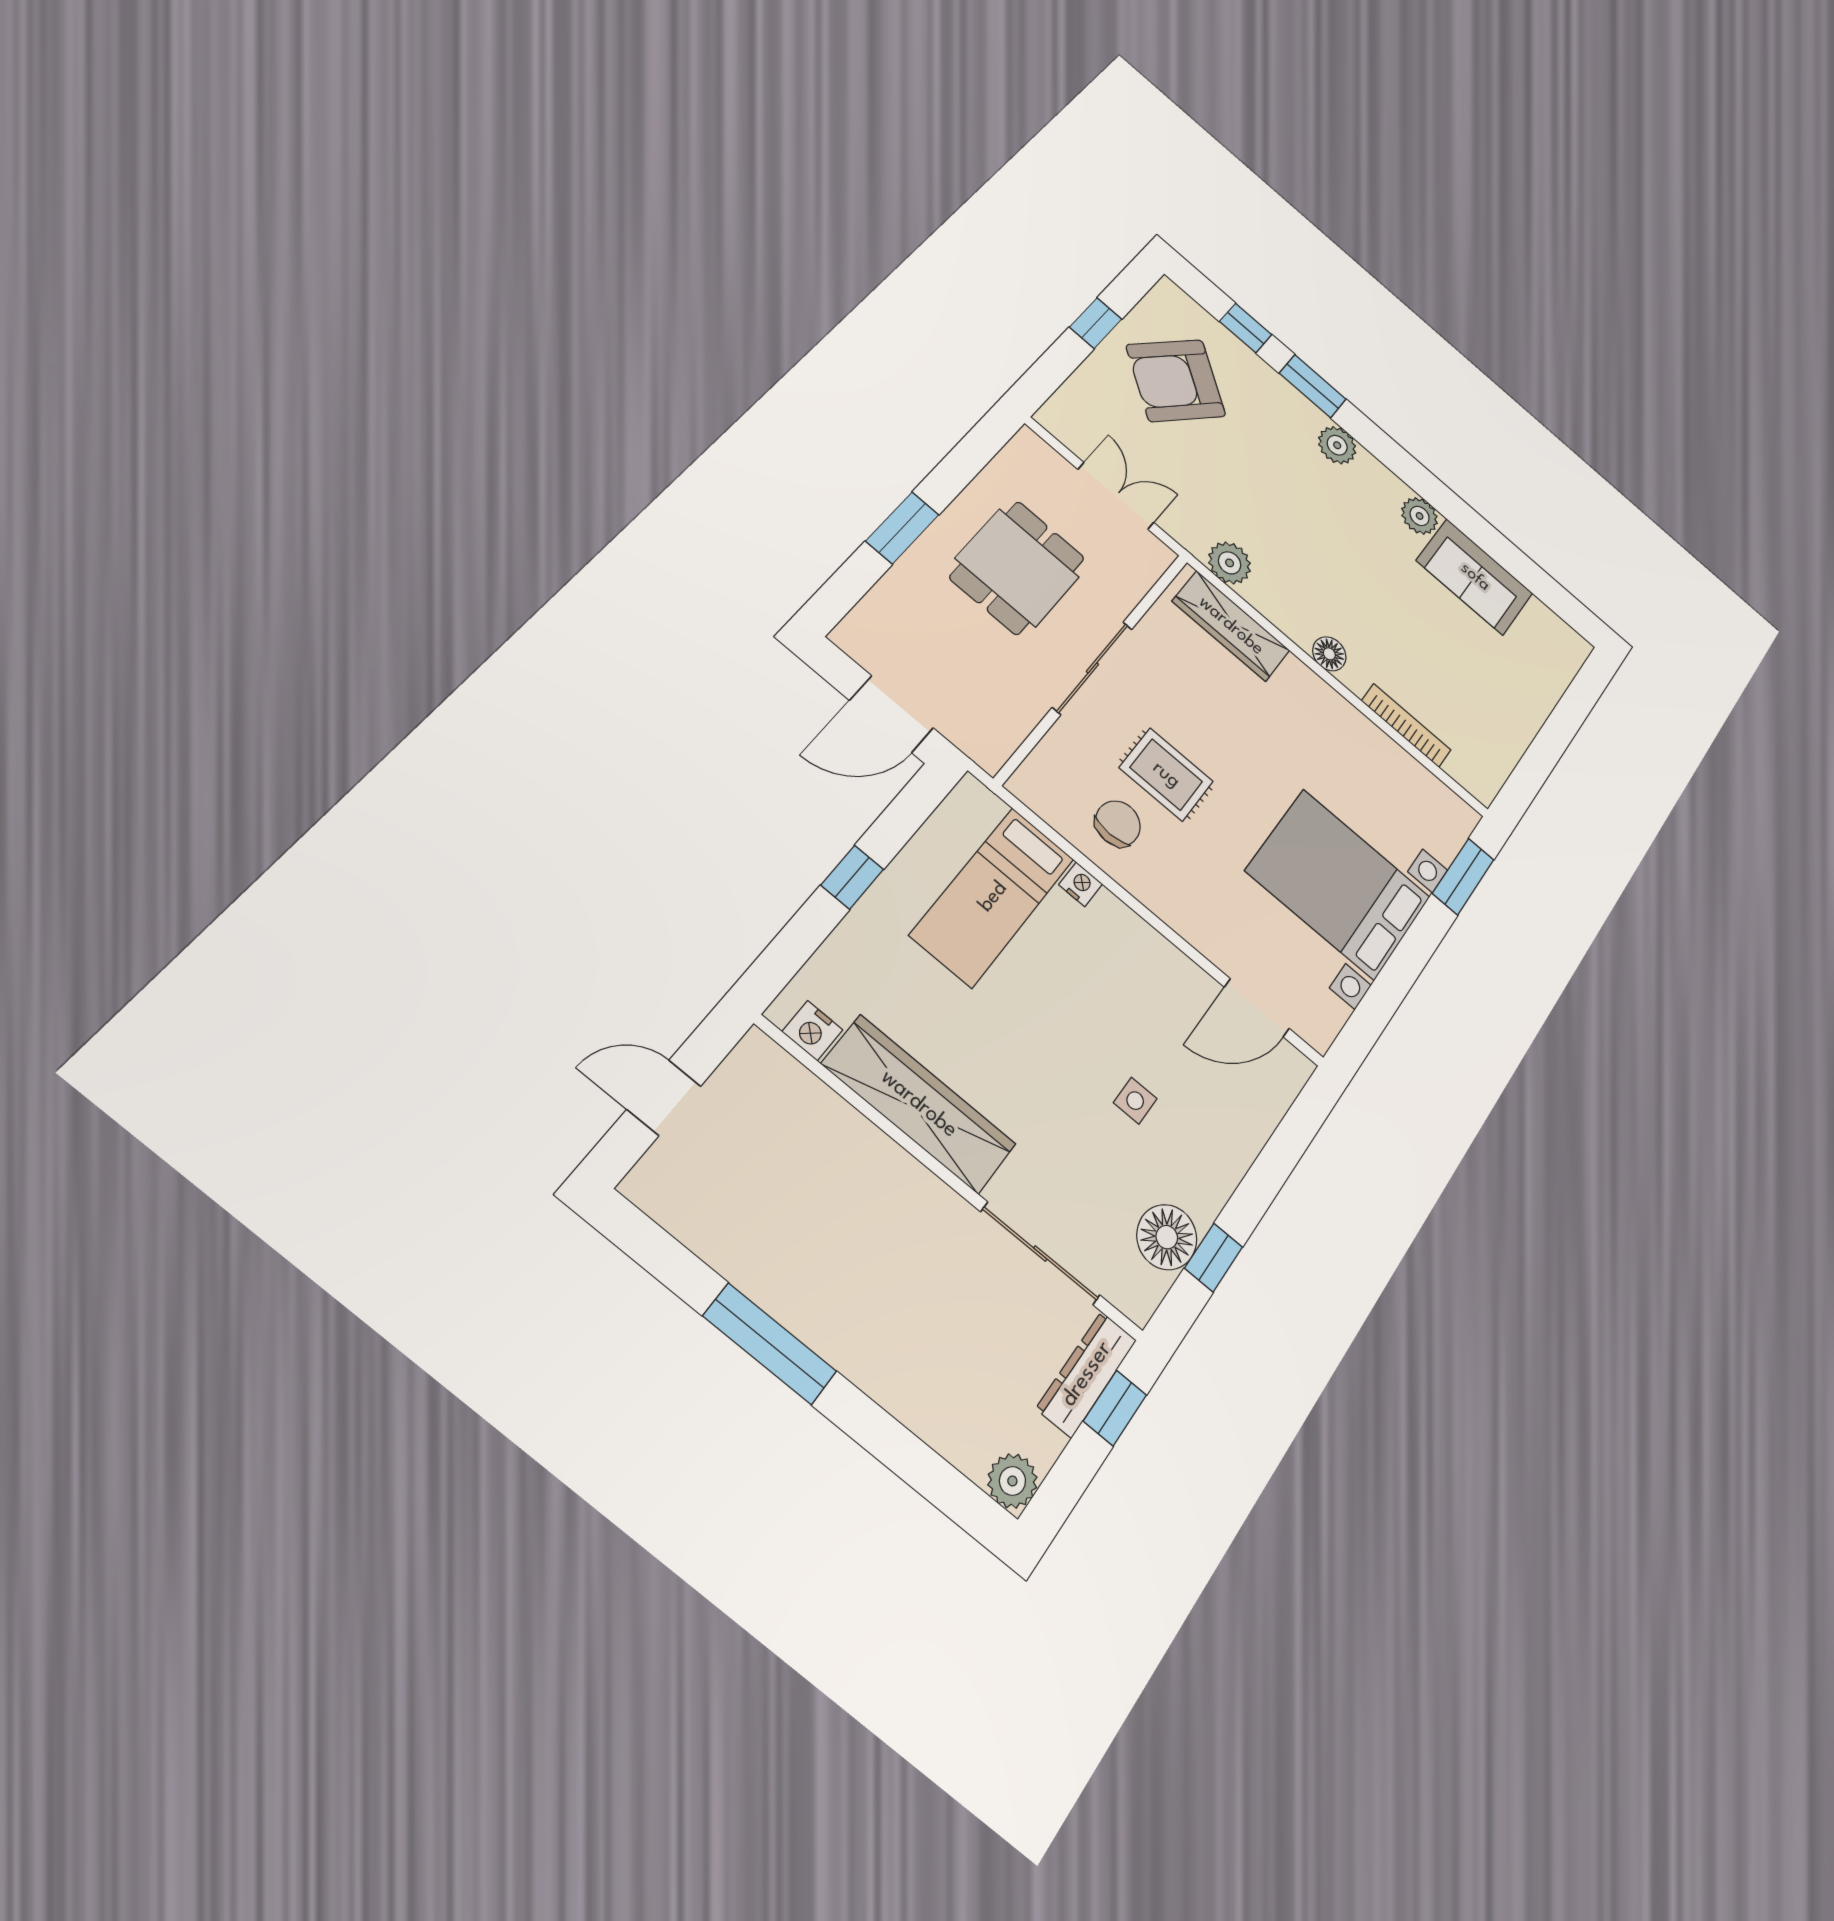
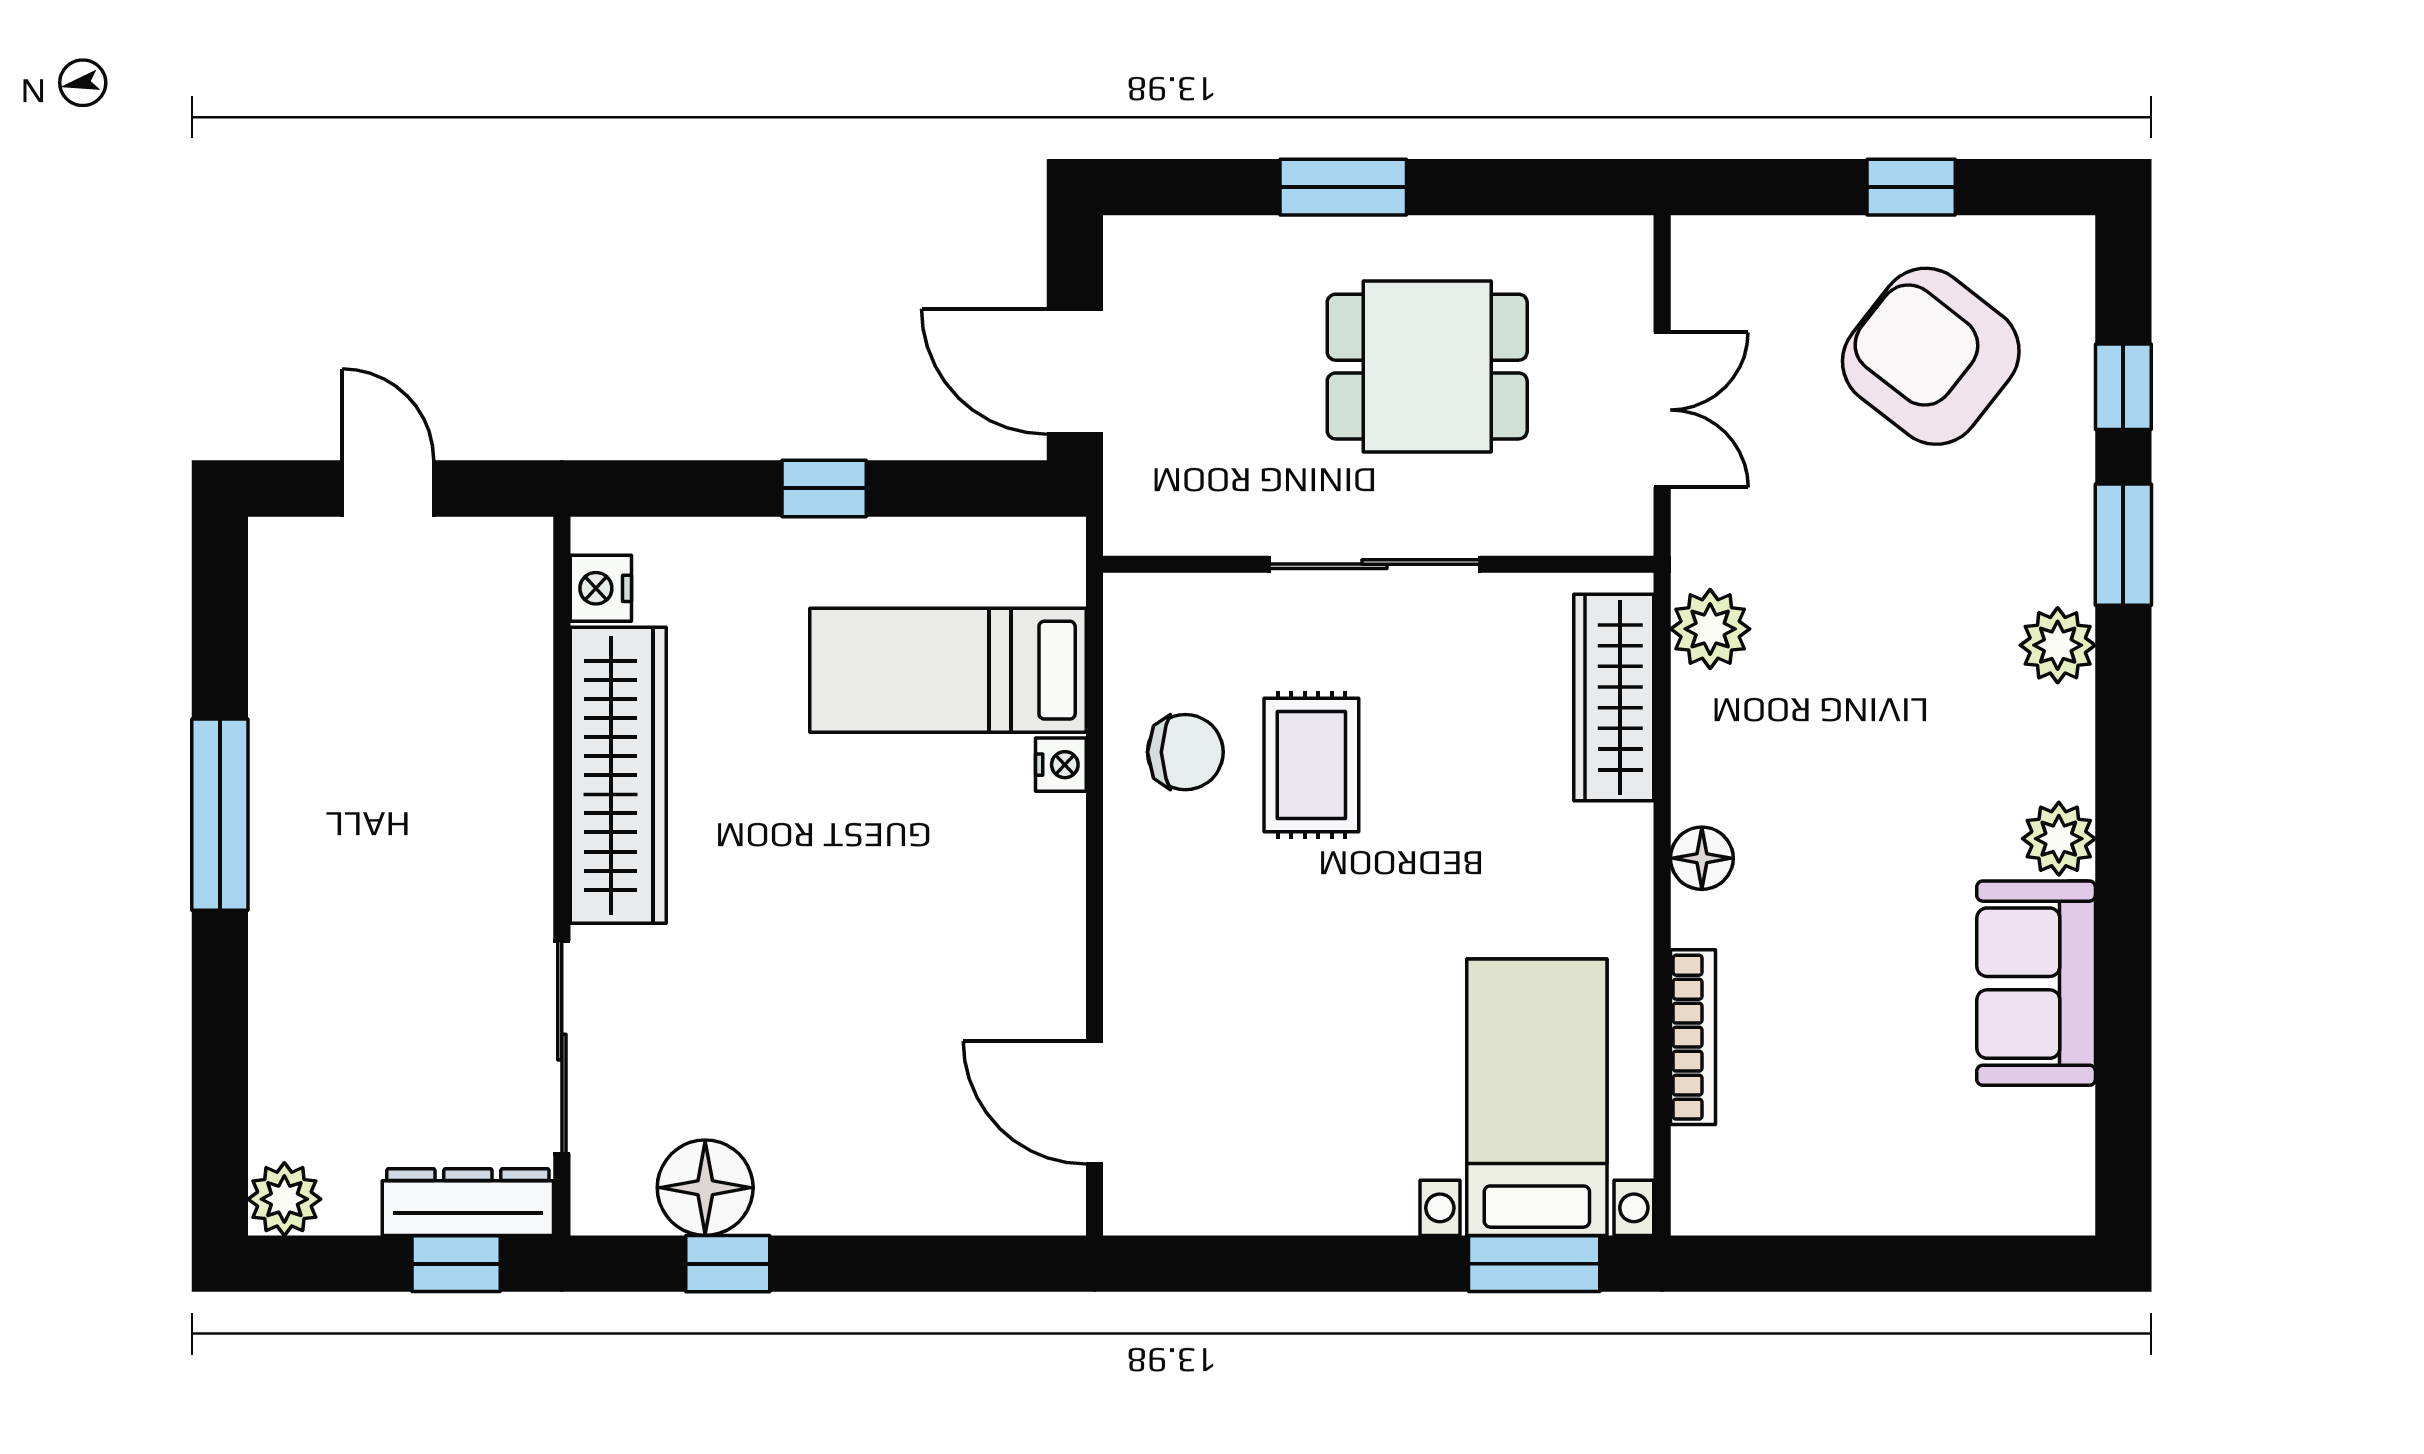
bed with nightstands: (1338, 884) -> (1537, 1097), moved, width x0.73
side table: (1135, 1101) -> (841, 1031), removed

